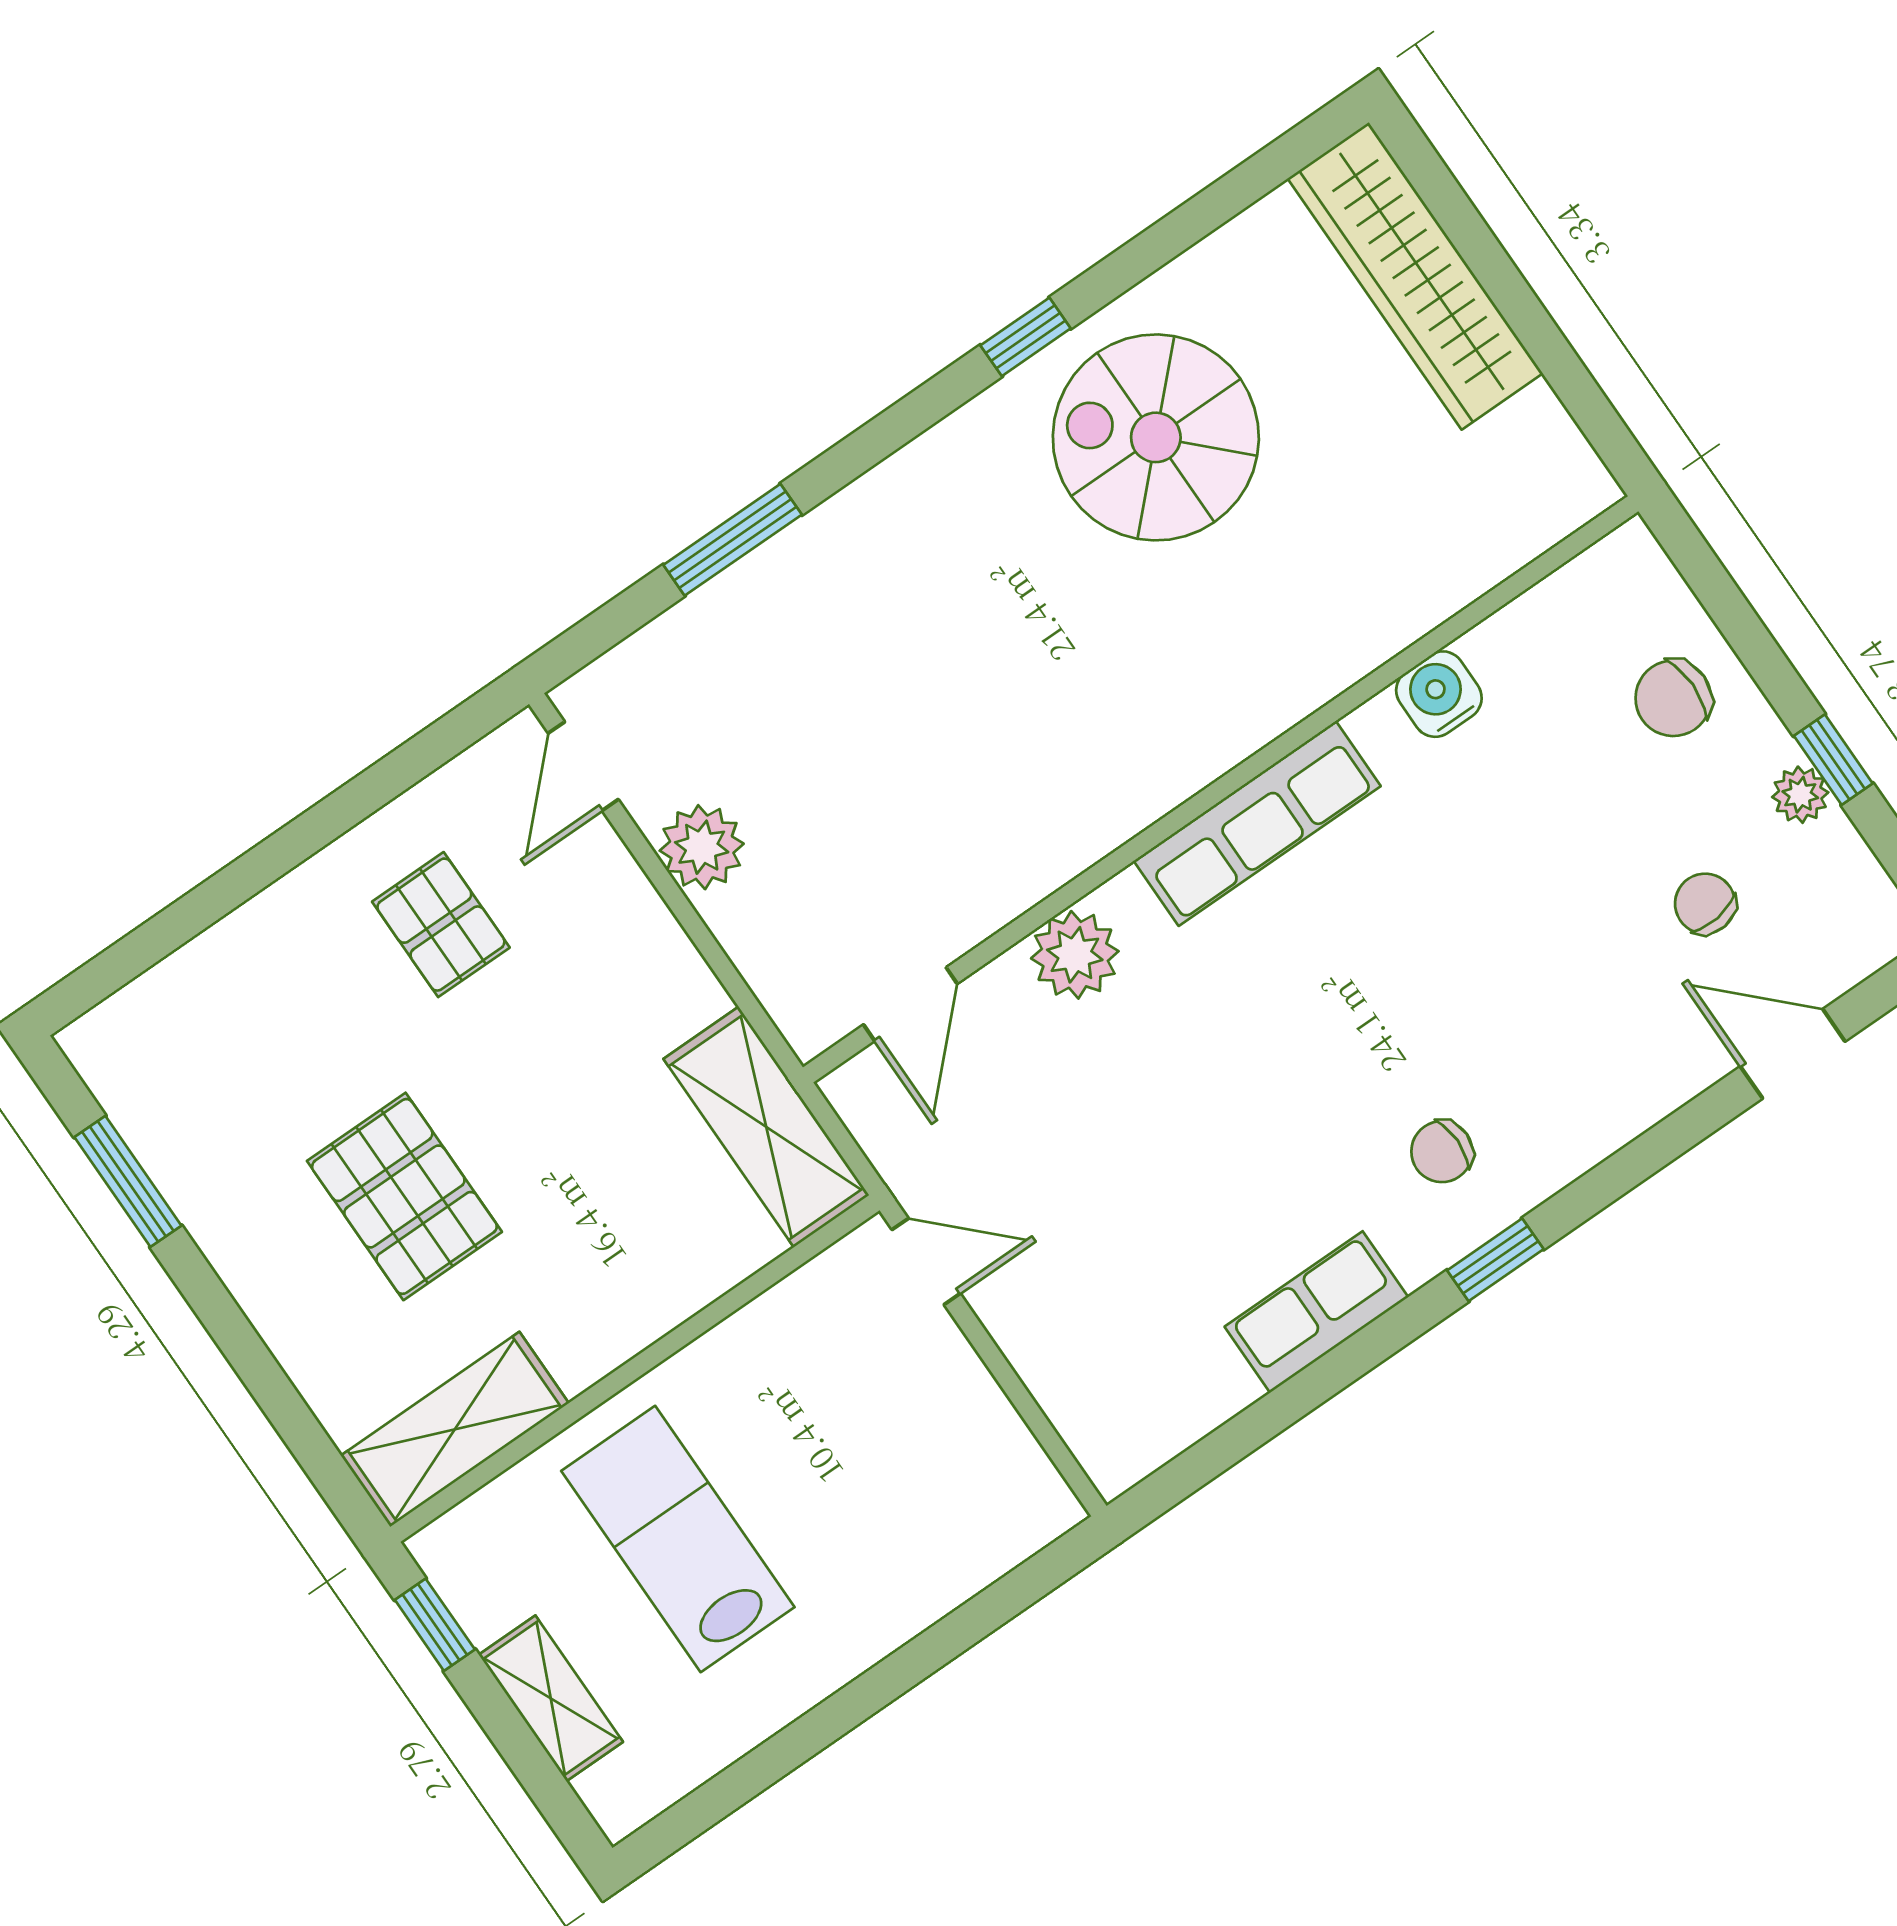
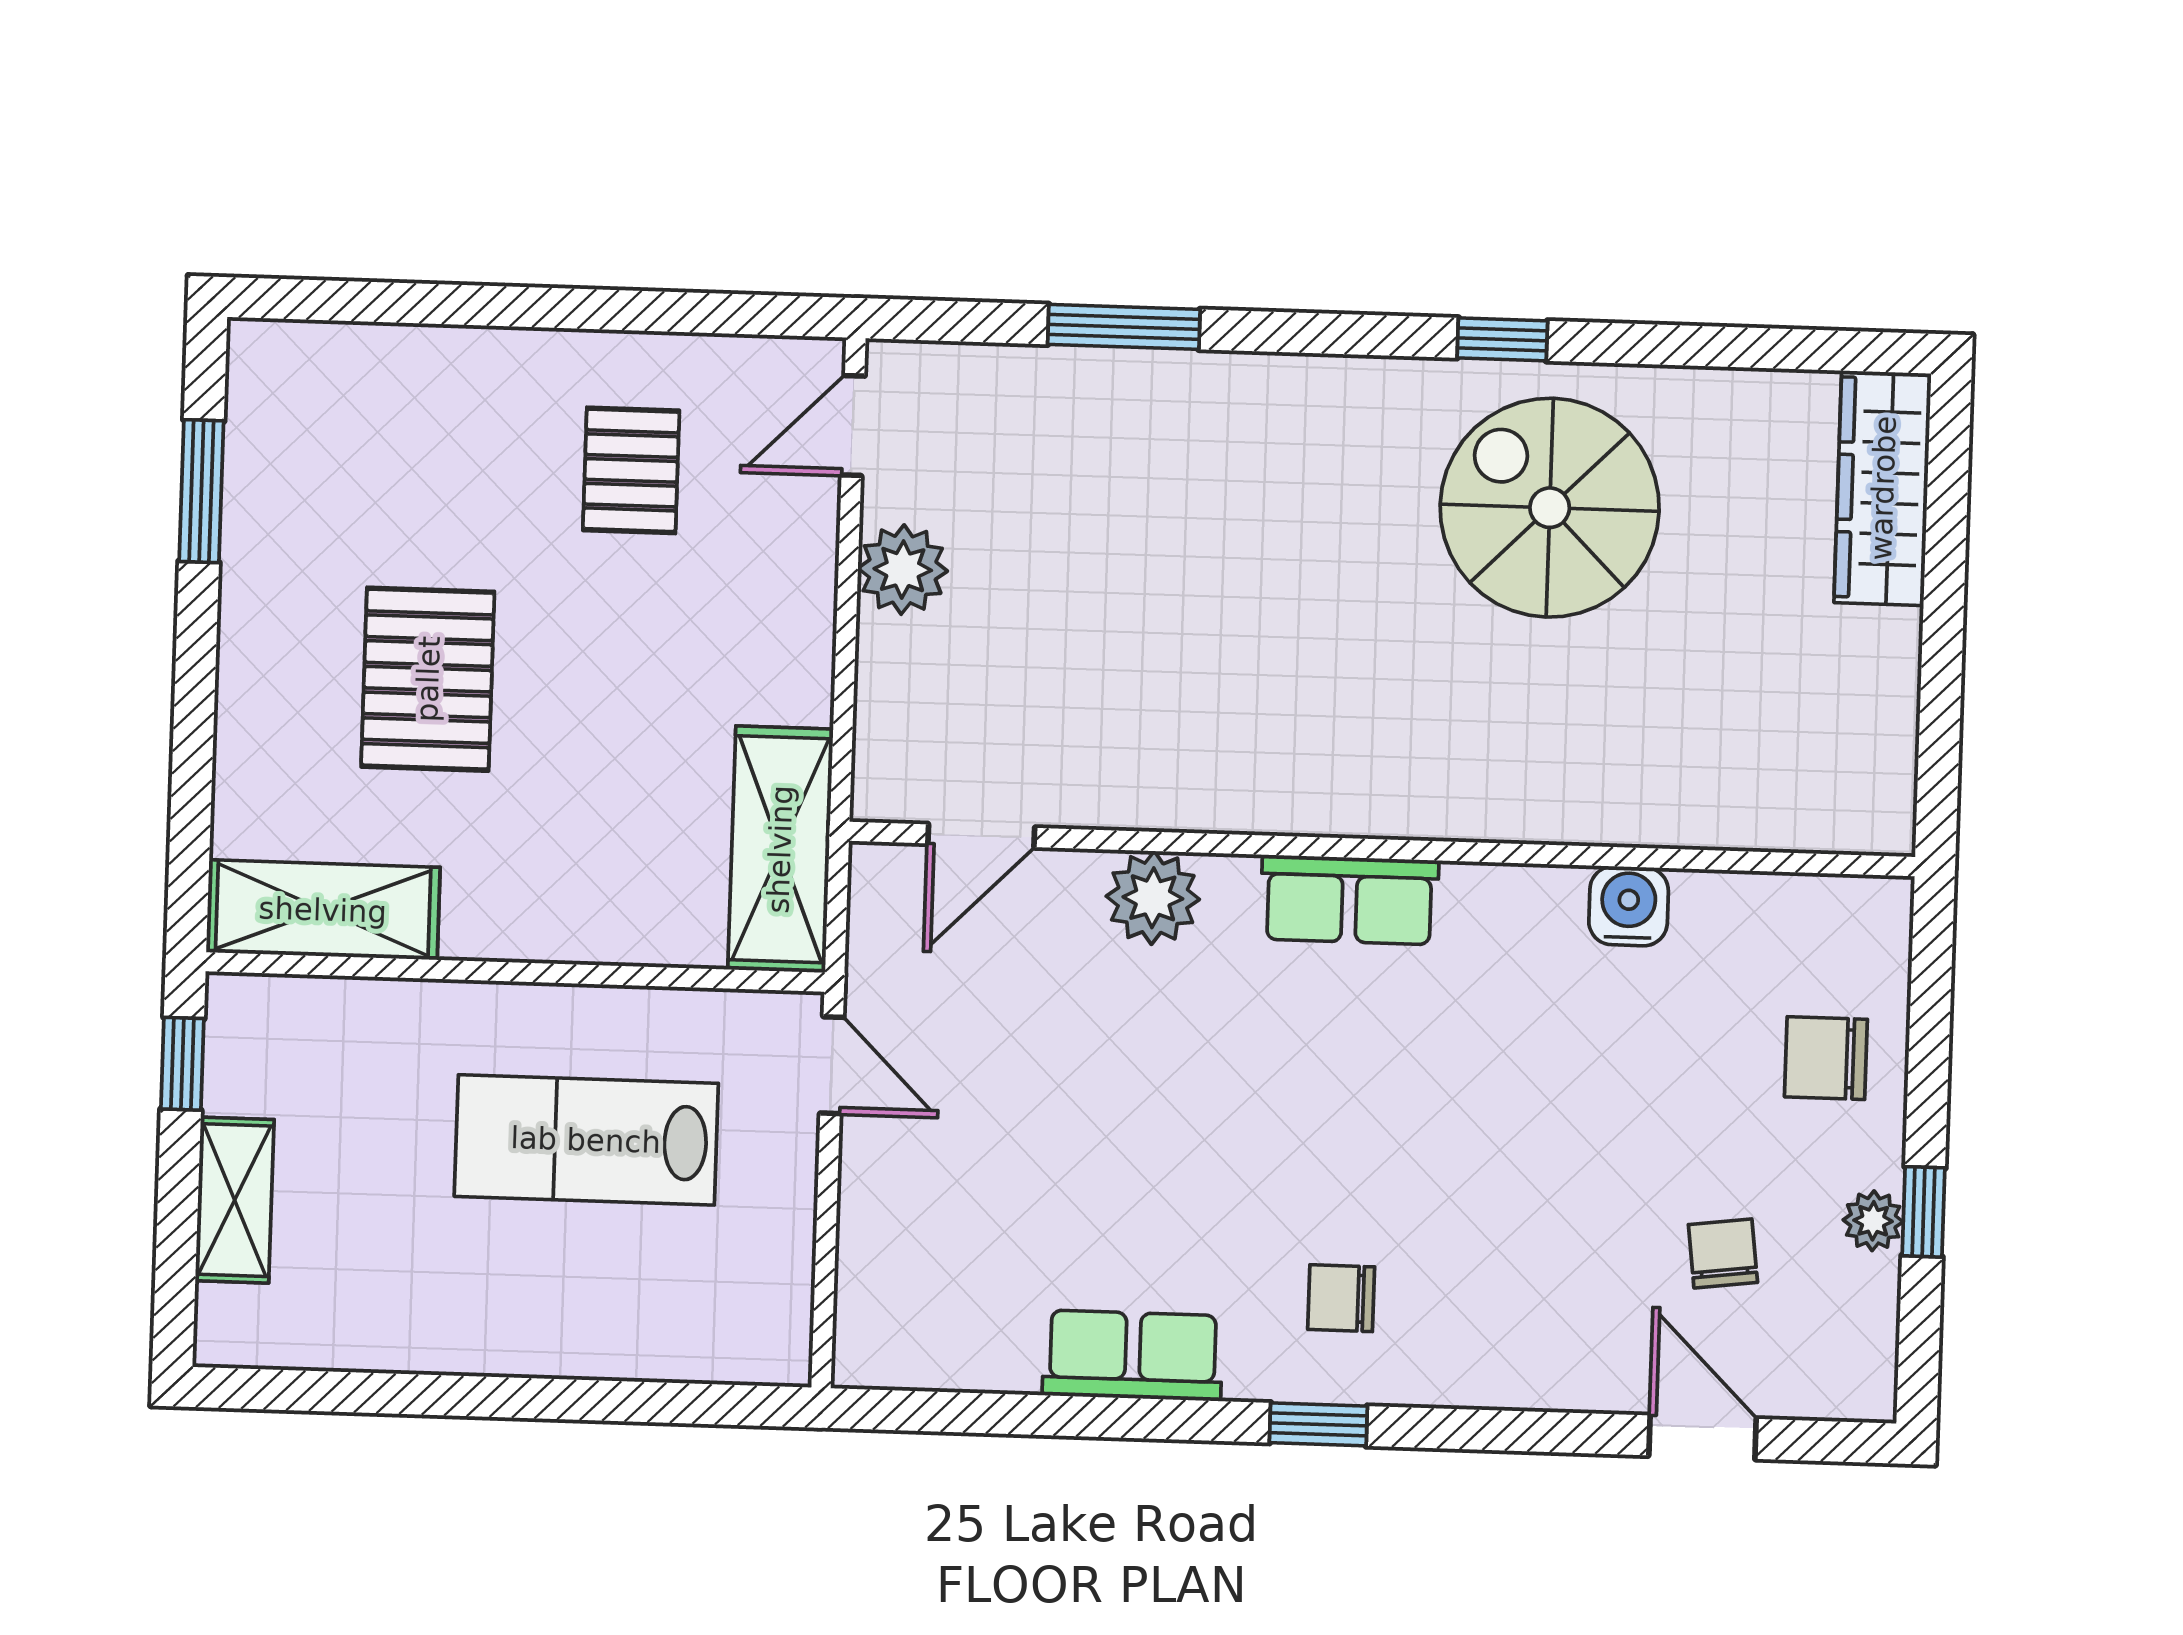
wardrobe: (1415, 276) -> (1883, 488), width x0.71, depth x0.85
row of seats: (1257, 823) -> (1349, 900), width x0.68
lab bench: (678, 1539) -> (586, 1140), moved, turned -90

